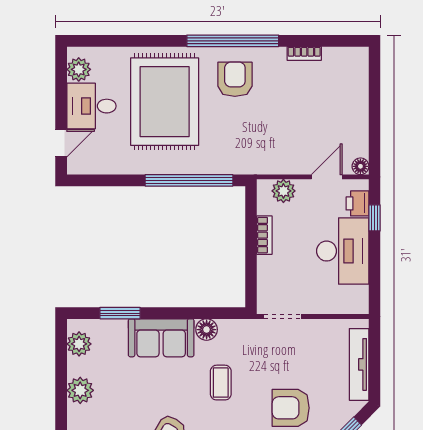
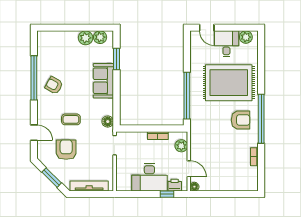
floor lamp: (207, 330) -> (108, 122), moved
coffee table: (221, 383) -> (71, 119), moved
plant: (80, 390) -> (86, 38), moved

